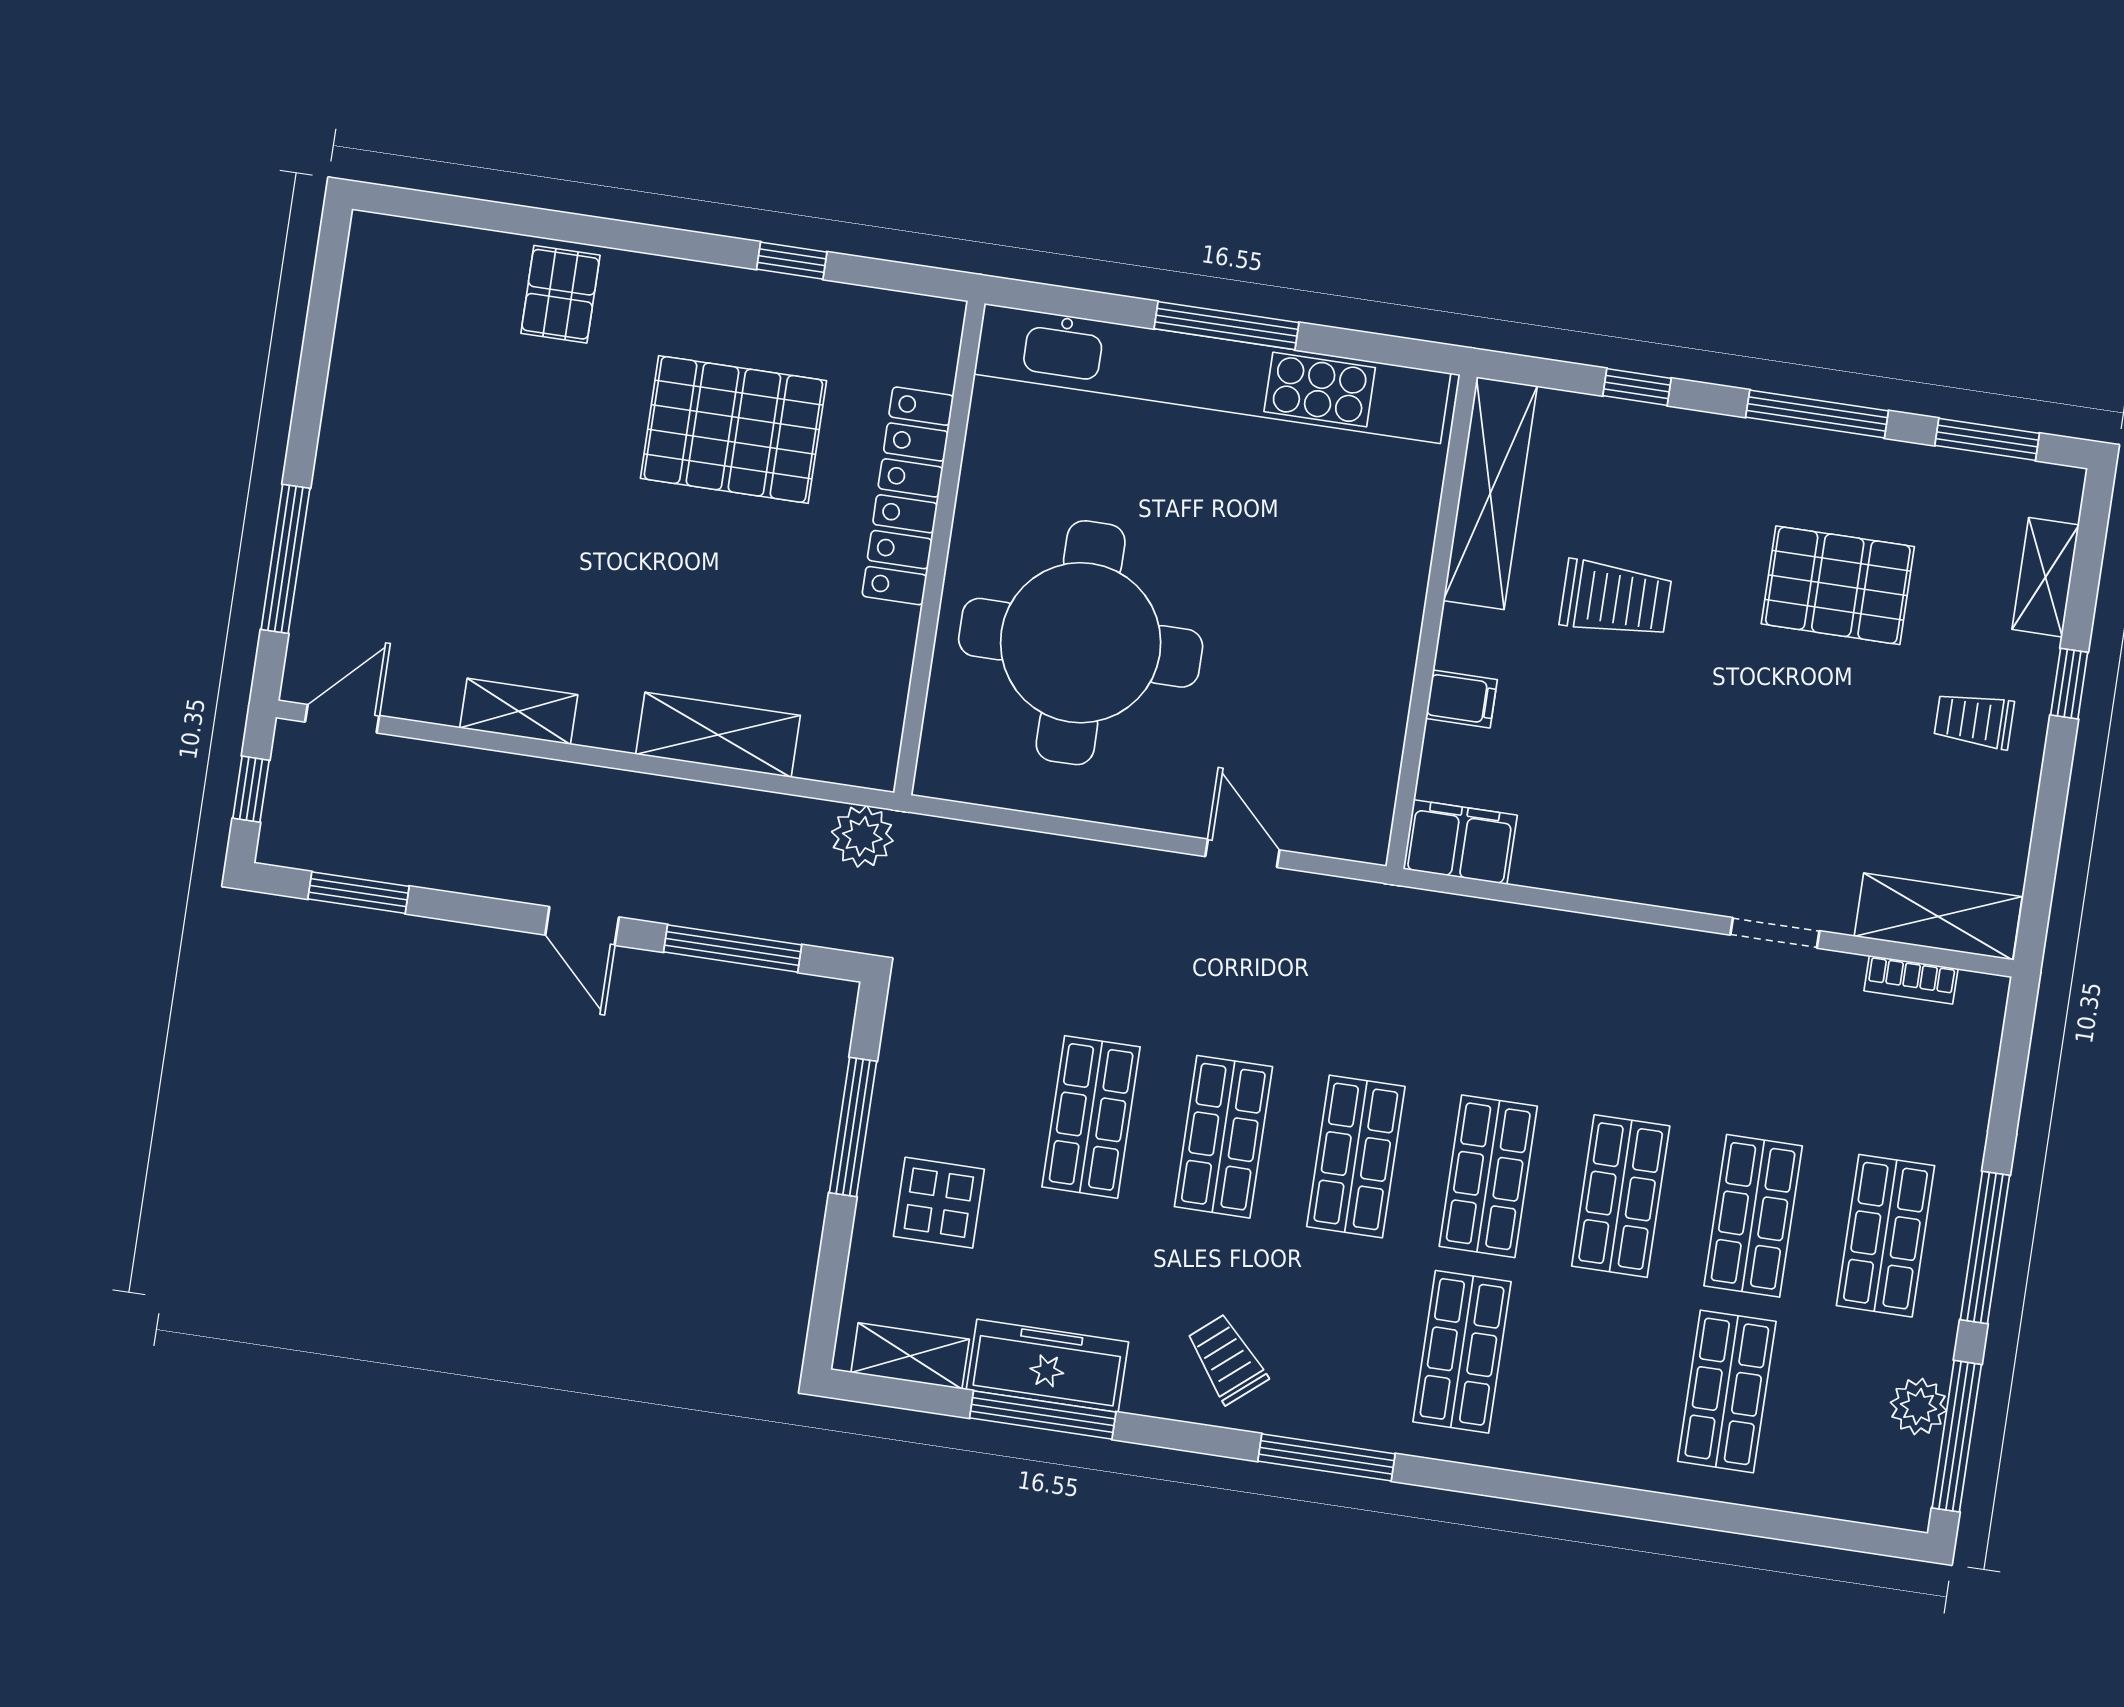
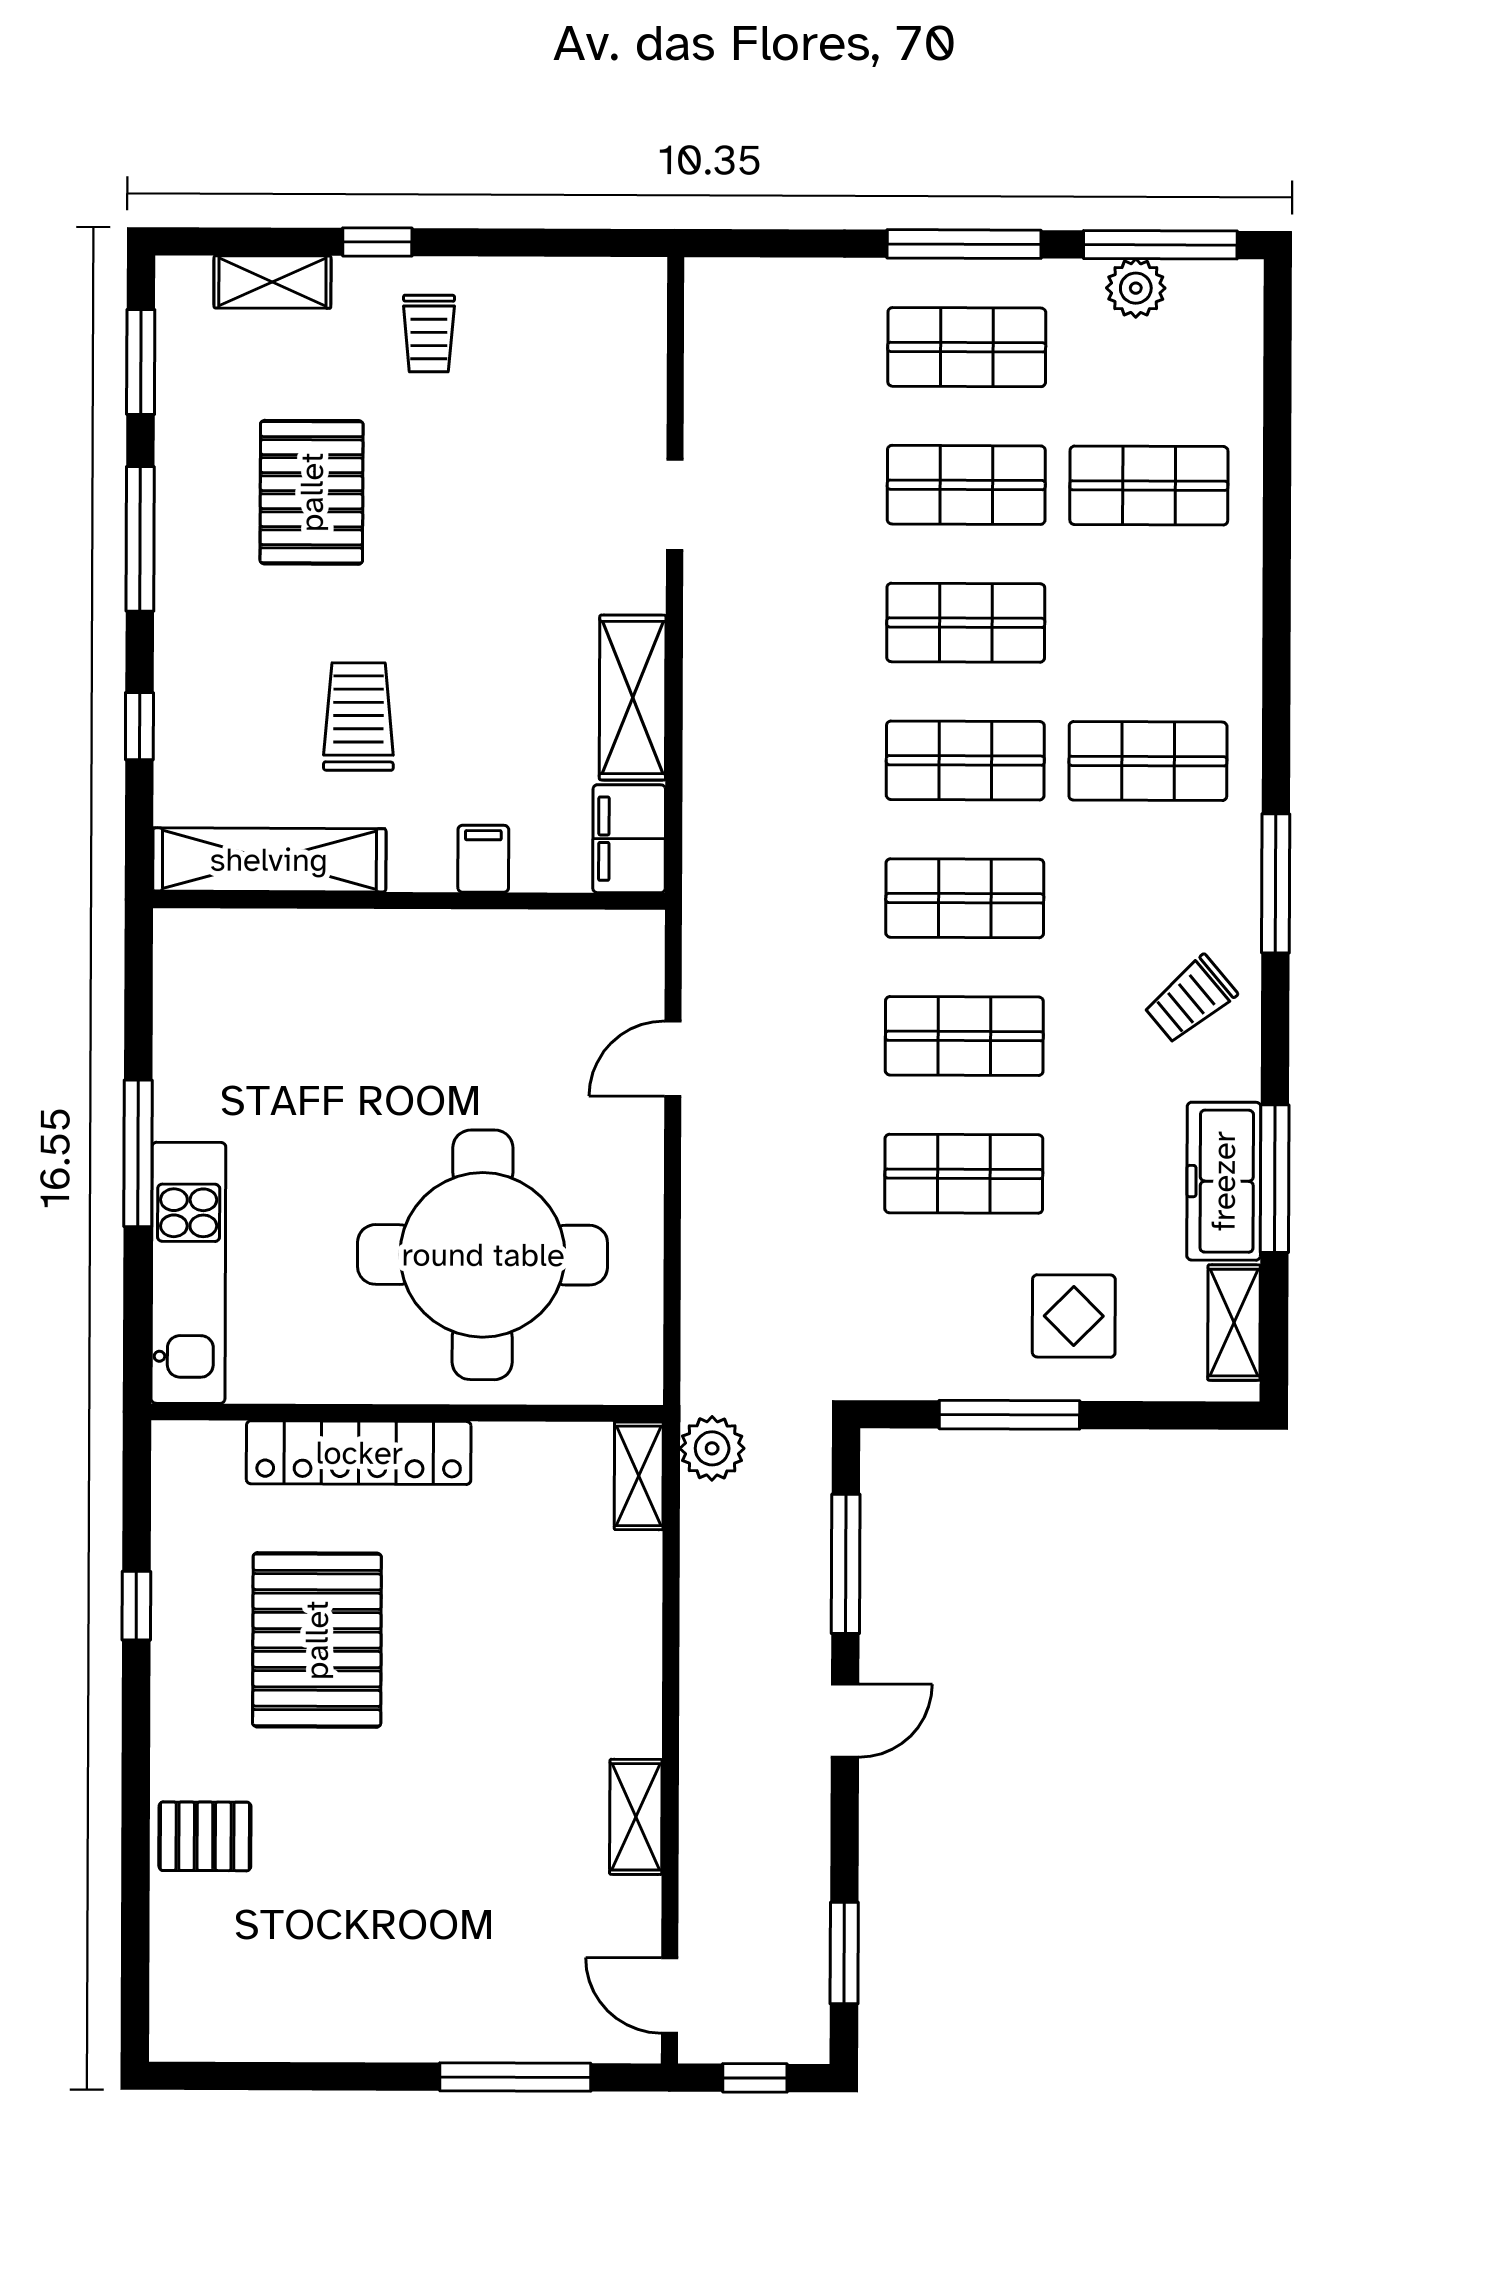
kitchen unit: (1212, 374) -> (188, 1273), width x0.54
shelving: (718, 735) -> (639, 1476), moved, width x0.67, depth x0.75
shelving: (1938, 917) -> (633, 698), moved
bookcase: (1911, 980) -> (702, 359), removed

